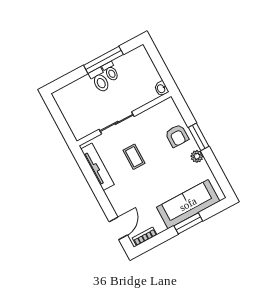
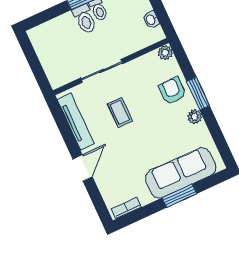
washbasin: (161, 89) -> (151, 20), moved
plant: (169, 104) -> (165, 53), added
armchair: (177, 136) -> (172, 91), turned 180
door: (118, 228) -> (83, 168), moved

